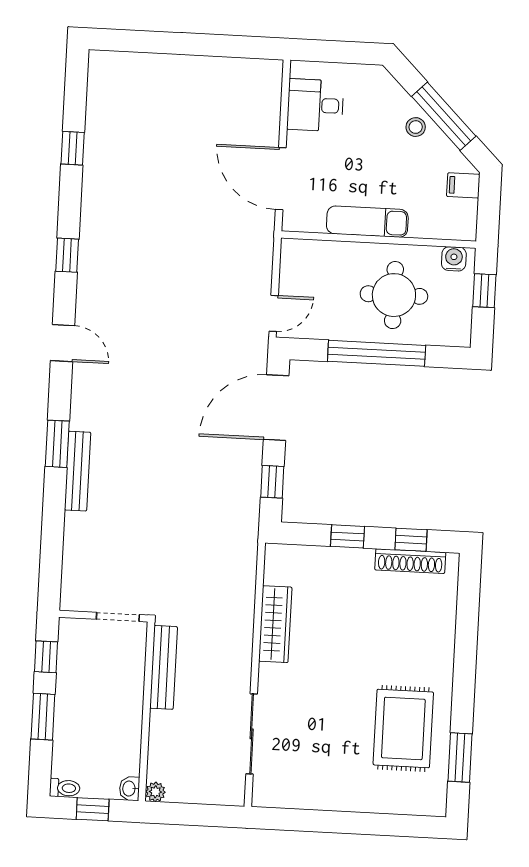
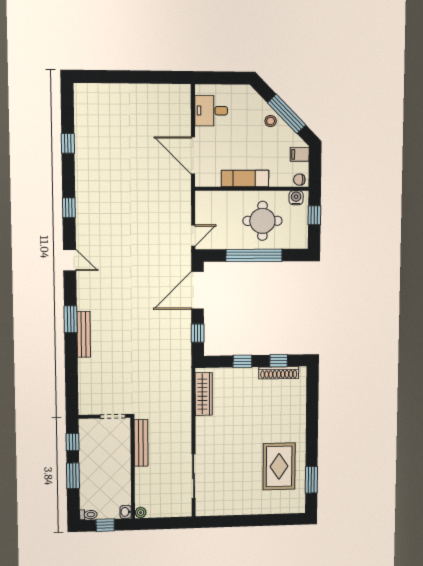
chair: (461, 228) -> (299, 180), added
wardrobe: (275, 624) -> (204, 394), moved

